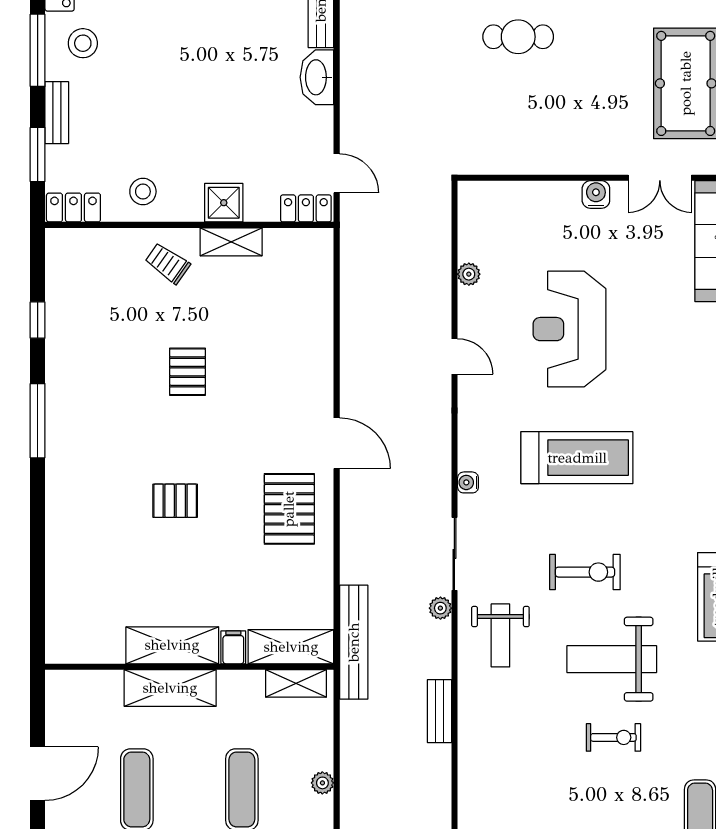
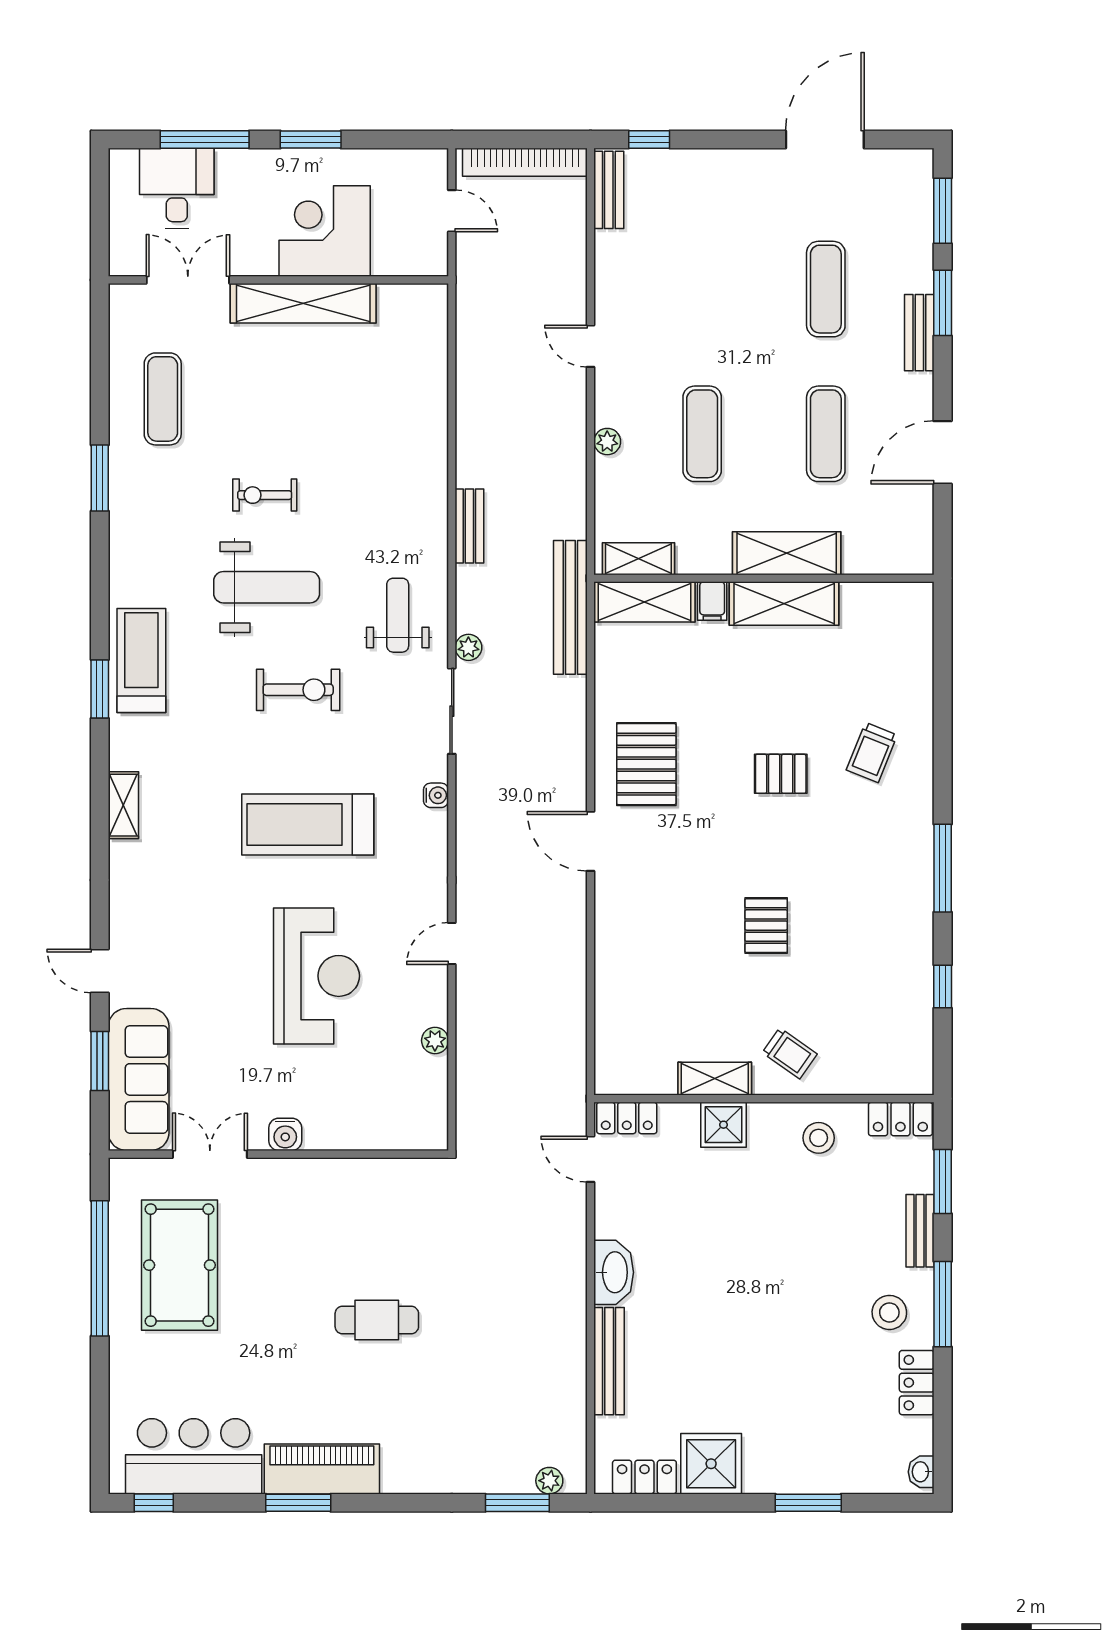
door: (454, 357) -> (452, 944), hinge flipped
trolley: (98, 519) -> (872, 752), added
exercise bike: (585, 572) -> (298, 690), turned 180

